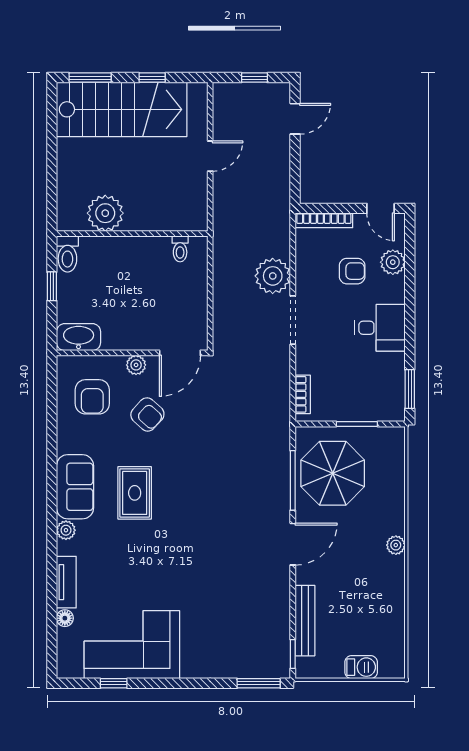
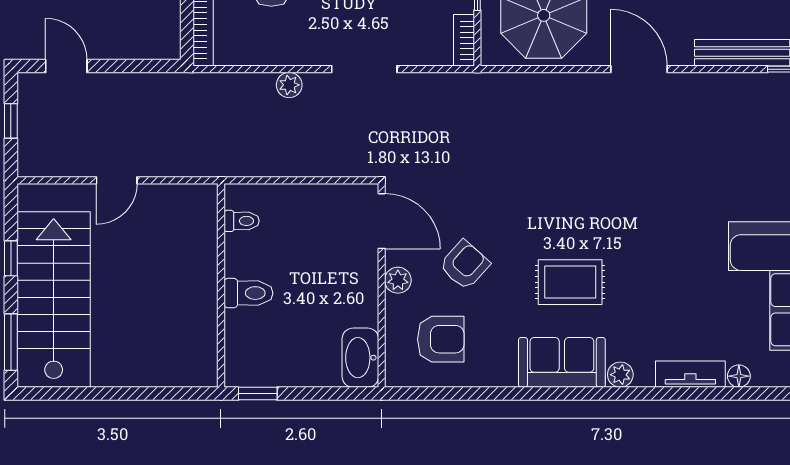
door: (210, 156) -> (117, 180), swing flipped
plant: (105, 213) -> (193, 322), removed
toilet: (67, 254) -> (248, 293), moved
plant: (273, 276) -> (289, 85), width x0.53, depth x0.53
window: (52, 286) -> (258, 394), moved
doorway: (293, 320) -> (364, 69), moved
bookcase: (303, 394) -> (464, 40), moved, turned -90
window: (293, 480) -> (553, 69), removed

